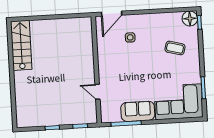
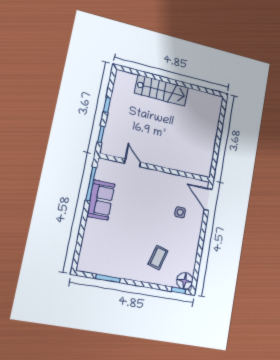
stairs: (21, 45) -> (161, 90), moved
door: (98, 92) -> (132, 163), hinge flipped
corner sofa: (179, 102) -> (100, 247), removed

